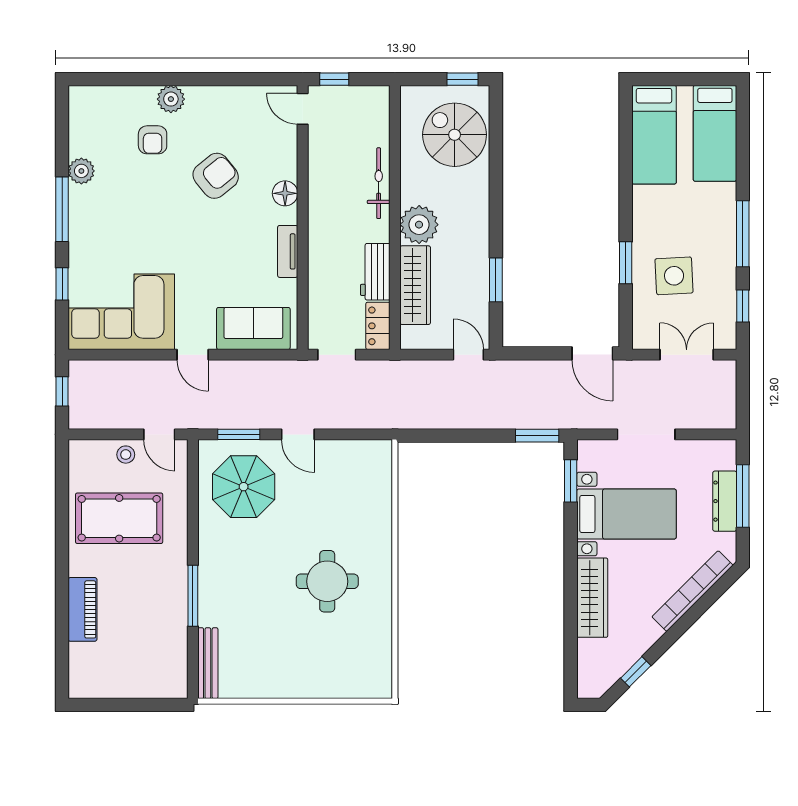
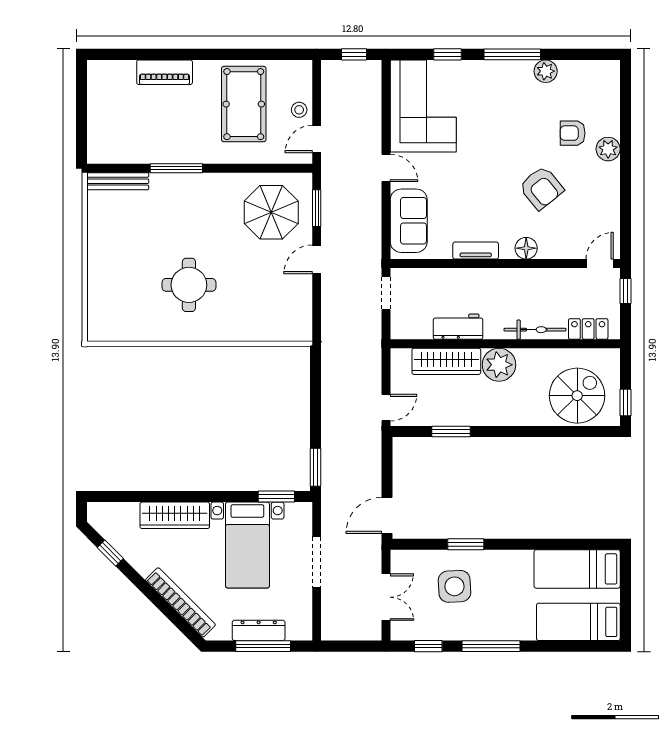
locker: (378, 326) -> (588, 329), moved
door: (193, 355) -> (386, 168), swing flipped

